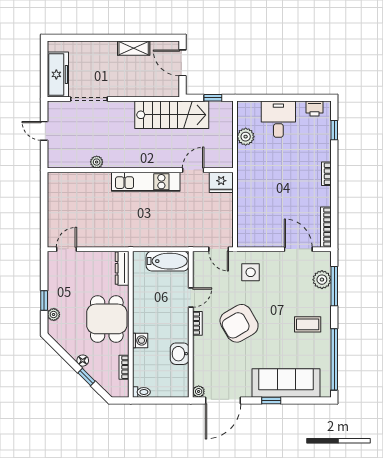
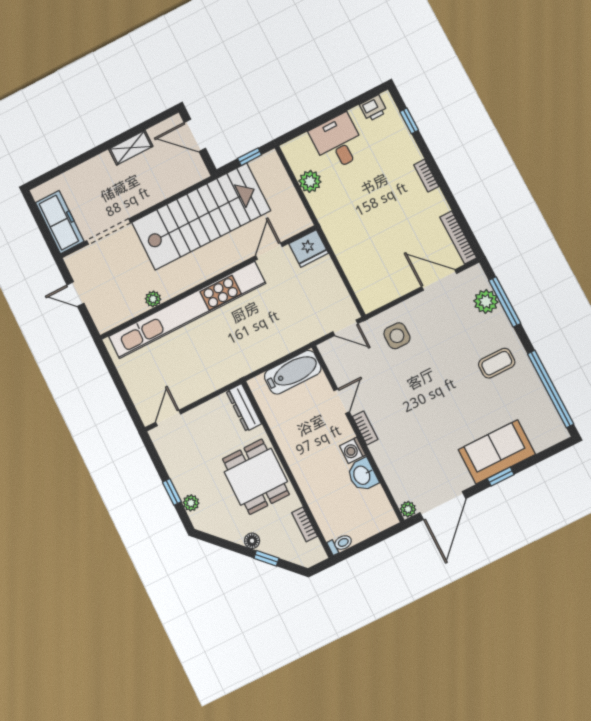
stairs: (172, 115) -> (201, 216), width x1.36, depth x1.51
kitchen unit: (146, 182) -> (187, 310), width x1.86
armchair: (239, 323) -> (414, 403), removed
washing machine: (140, 340) -> (353, 450), moved, turned 180
sofa: (286, 383) -> (497, 452), width x0.73

